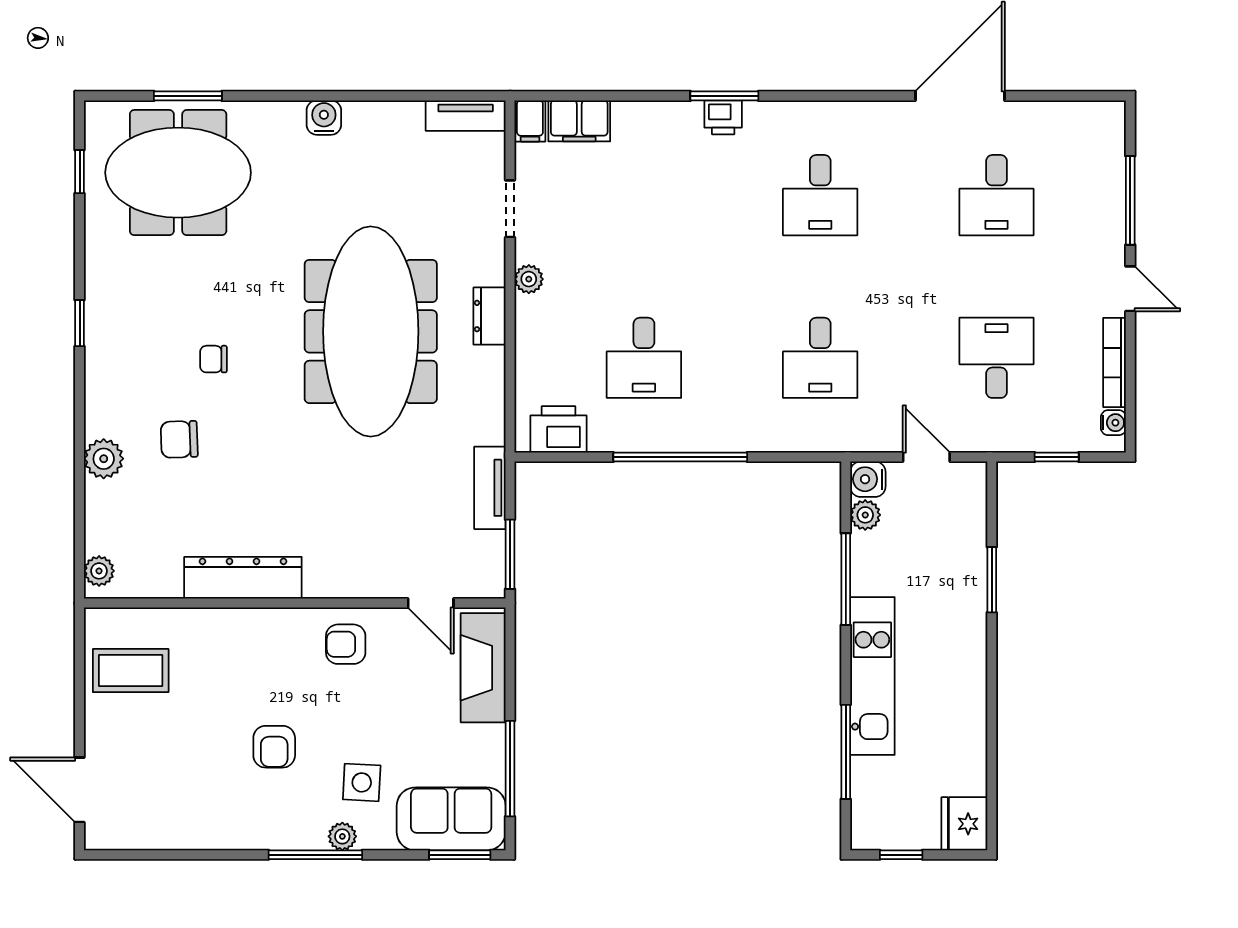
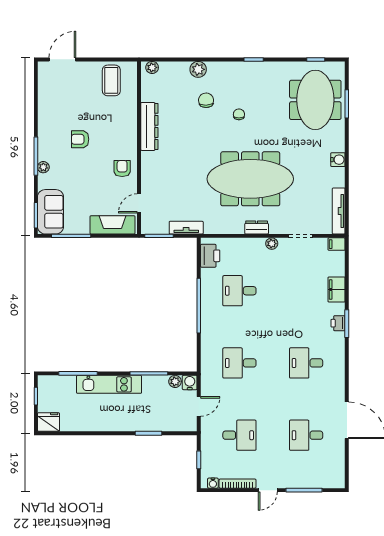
tv unit: (466, 116) -> (339, 211), width x1.41
filing cabinet: (579, 121) -> (337, 290), moved
side table: (362, 782) -> (65, 175), removed

